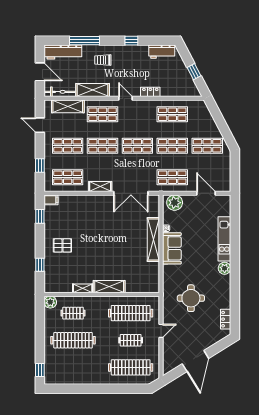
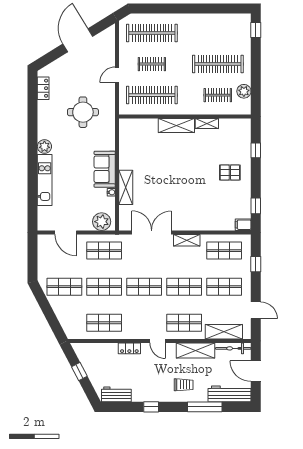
shelving: (153, 240) -> (126, 187), width x0.68
plant: (50, 302) -> (244, 91), moved

